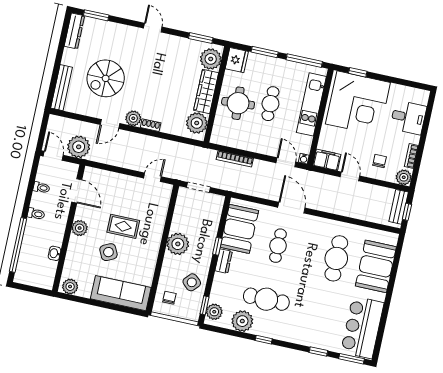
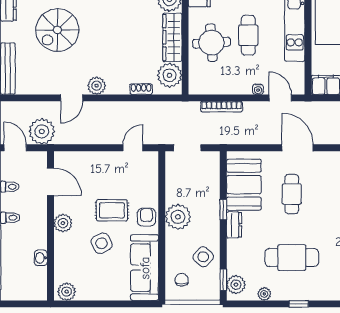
spiral stairs: (106, 78) -> (57, 30), moved
shoe rack: (151, 125) -> (141, 89), moved
water cooler: (304, 159) -> (258, 89), moved
armchair: (151, 238) -> (146, 217), added
sofa: (121, 293) -> (145, 268), moved, turned -90
plant: (242, 321) -> (264, 294), width x0.53, depth x0.53

